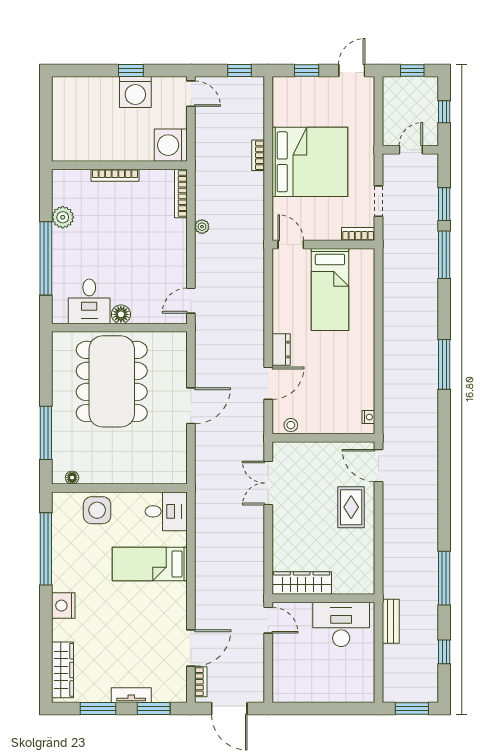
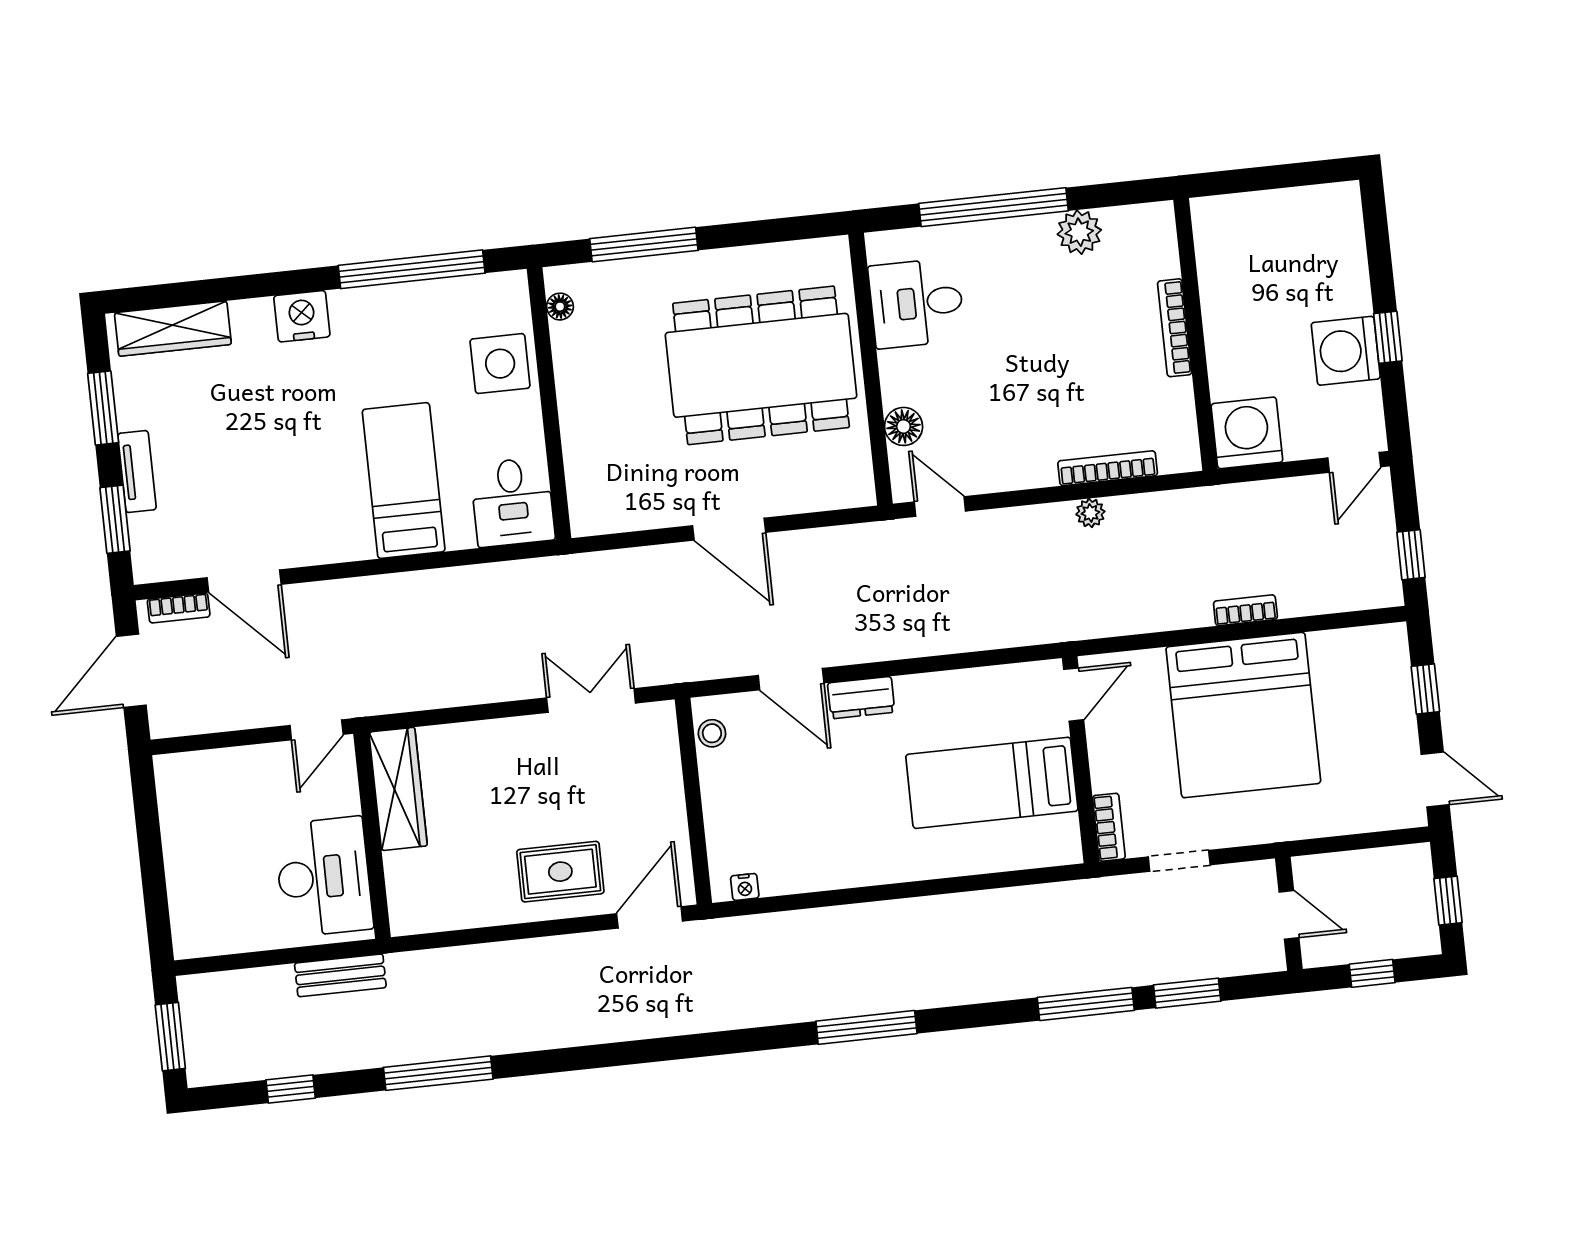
bookcase: (181, 193) -> (1108, 468), moved
floor lamp: (121, 314) -> (904, 426), moved

